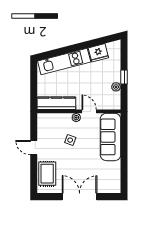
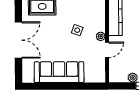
sofa: (110, 137) -> (59, 72), moved

